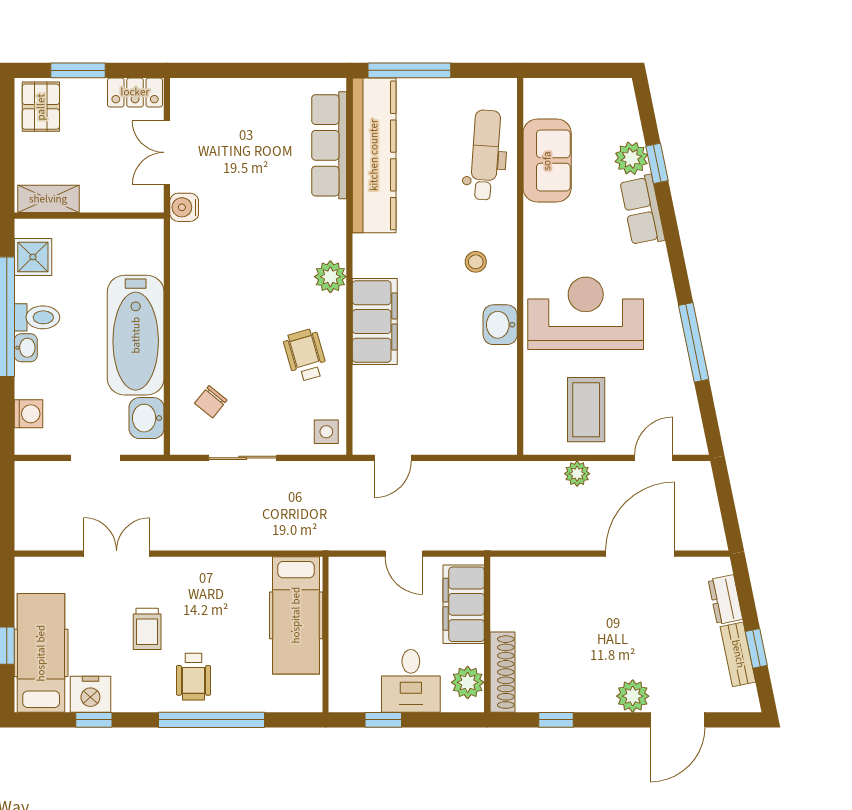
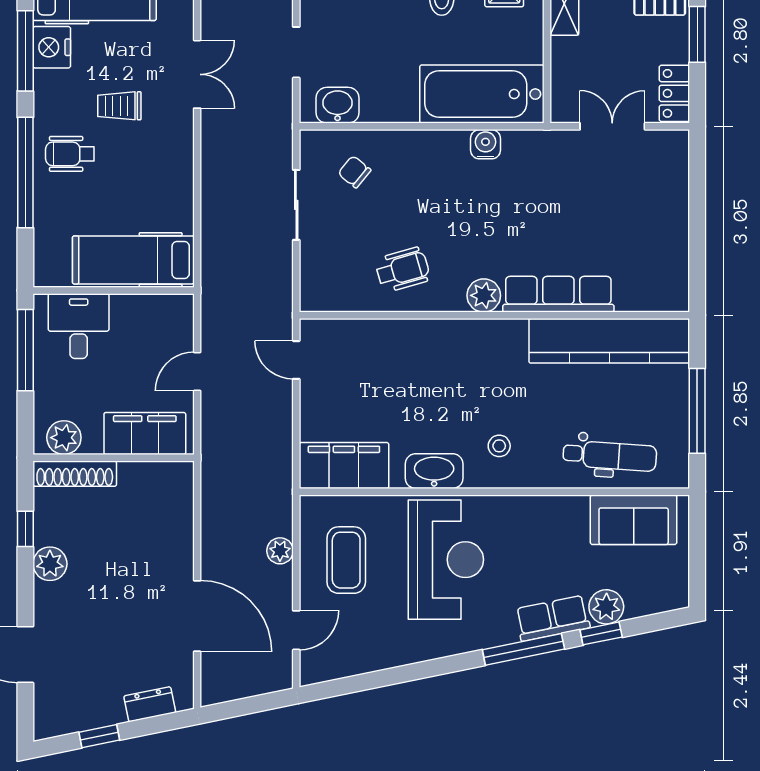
window: (409, 70) -> (697, 411), moved
row of seats: (329, 145) -> (558, 294), moved
sofa: (547, 161) -> (634, 520), moved
water cooler: (184, 207) -> (485, 144), moved
filing cabinet: (375, 321) -> (344, 465), moved, turned 180
washbasin: (500, 325) -> (434, 471), width x1.38
bathtub: (136, 335) -> (482, 94), moved
window: (694, 342) -> (523, 649), moved
coffee table: (586, 410) -> (346, 560), turned 90
side table: (326, 432) -> (323, 291), removed
door: (654, 458) -> (296, 630), hinge flipped
bench: (738, 654) -> (93, 717), removed
desk: (411, 681) -> (79, 326), moved, turned 90
plant: (633, 696) -> (50, 564), moved
window: (94, 720) -> (25, 51), width x2.17
window: (383, 720) -> (25, 350), width x2.17

